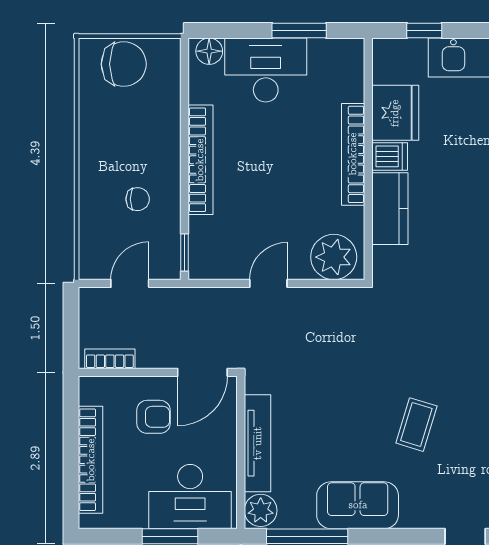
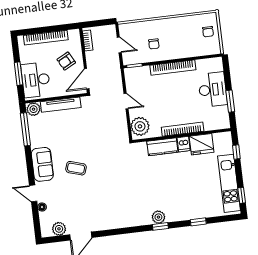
floor lamp: (209, 51) -> (217, 66), removed
chair: (124, 64) -> (208, 32), width x0.54, depth x0.54
door: (202, 372) -> (87, 79), hinge flipped
armchair: (154, 417) -> (66, 61), turned 62
sofa: (358, 505) -> (42, 164), moved

